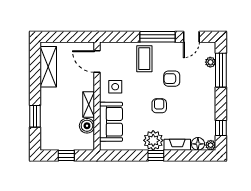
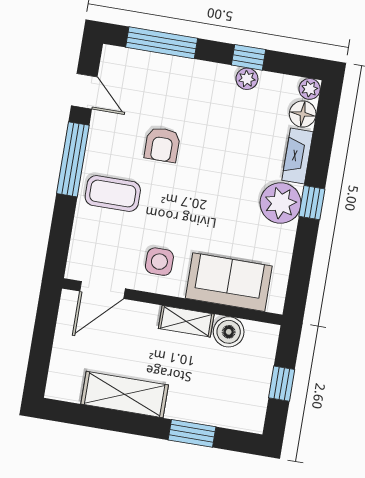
plant: (210, 62) -> (247, 79), moved
shelving: (48, 67) -> (125, 395), moved
armchair: (159, 106) -> (213, 179), removed
window: (221, 128) -> (249, 57), moved

